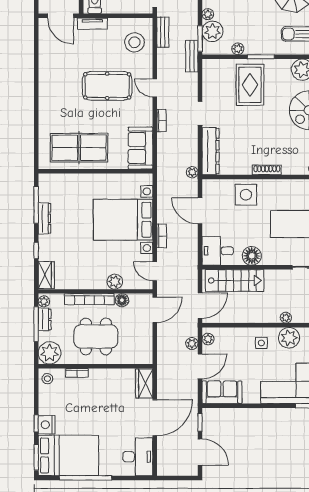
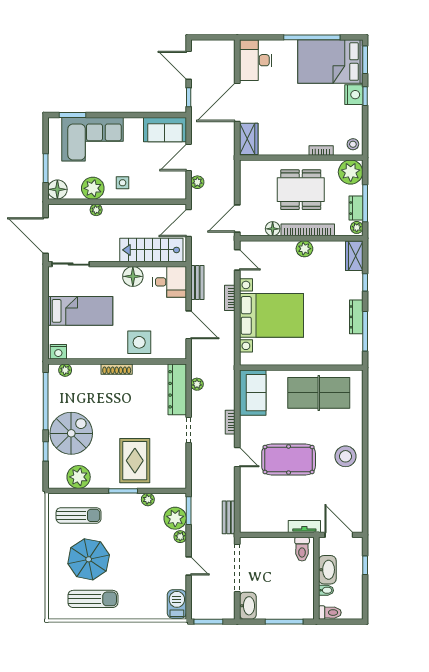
stool: (134, 42) -> (346, 456), moved
bench: (192, 56) -> (197, 283), moved
plant: (192, 172) -> (197, 384), moved
plant: (115, 282) -> (304, 249), moved
plant: (208, 339) -> (180, 187), removed

